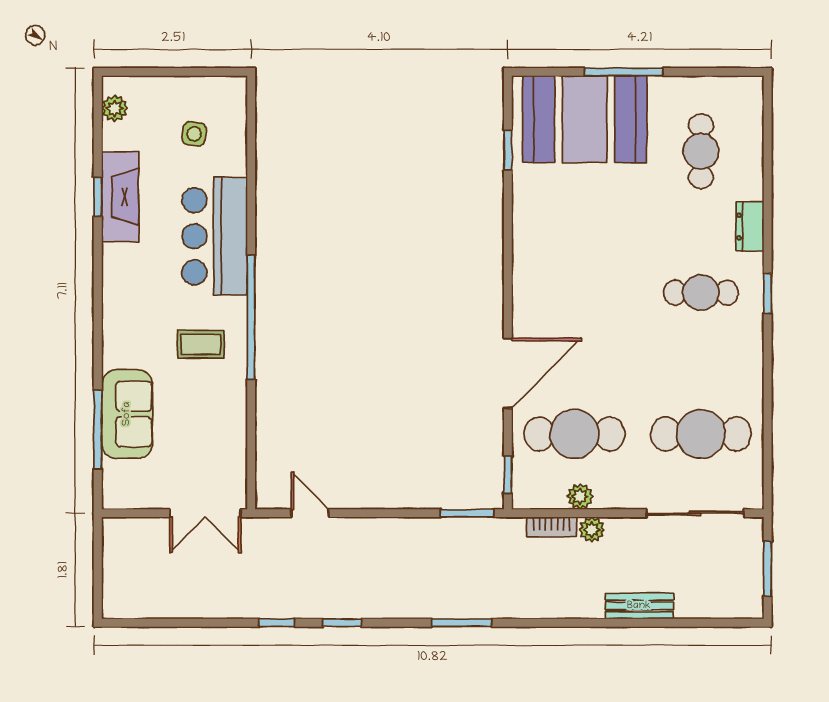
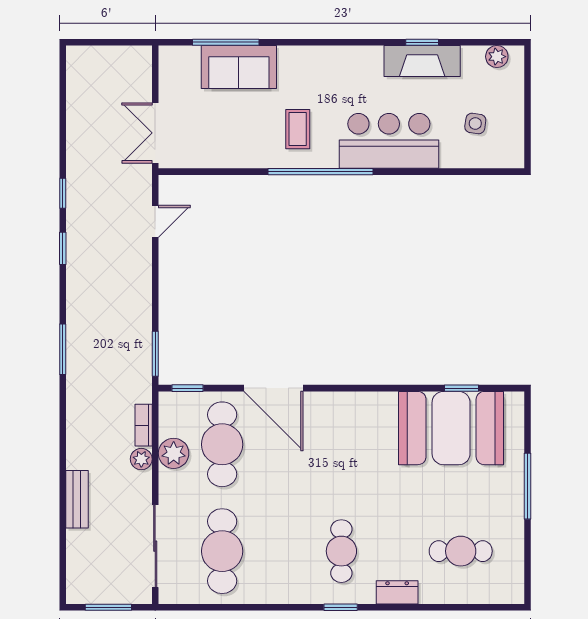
booth: (585, 119) -> (451, 428), moved, turned 90
plant: (580, 496) -> (174, 453), width x1.38, depth x1.38

